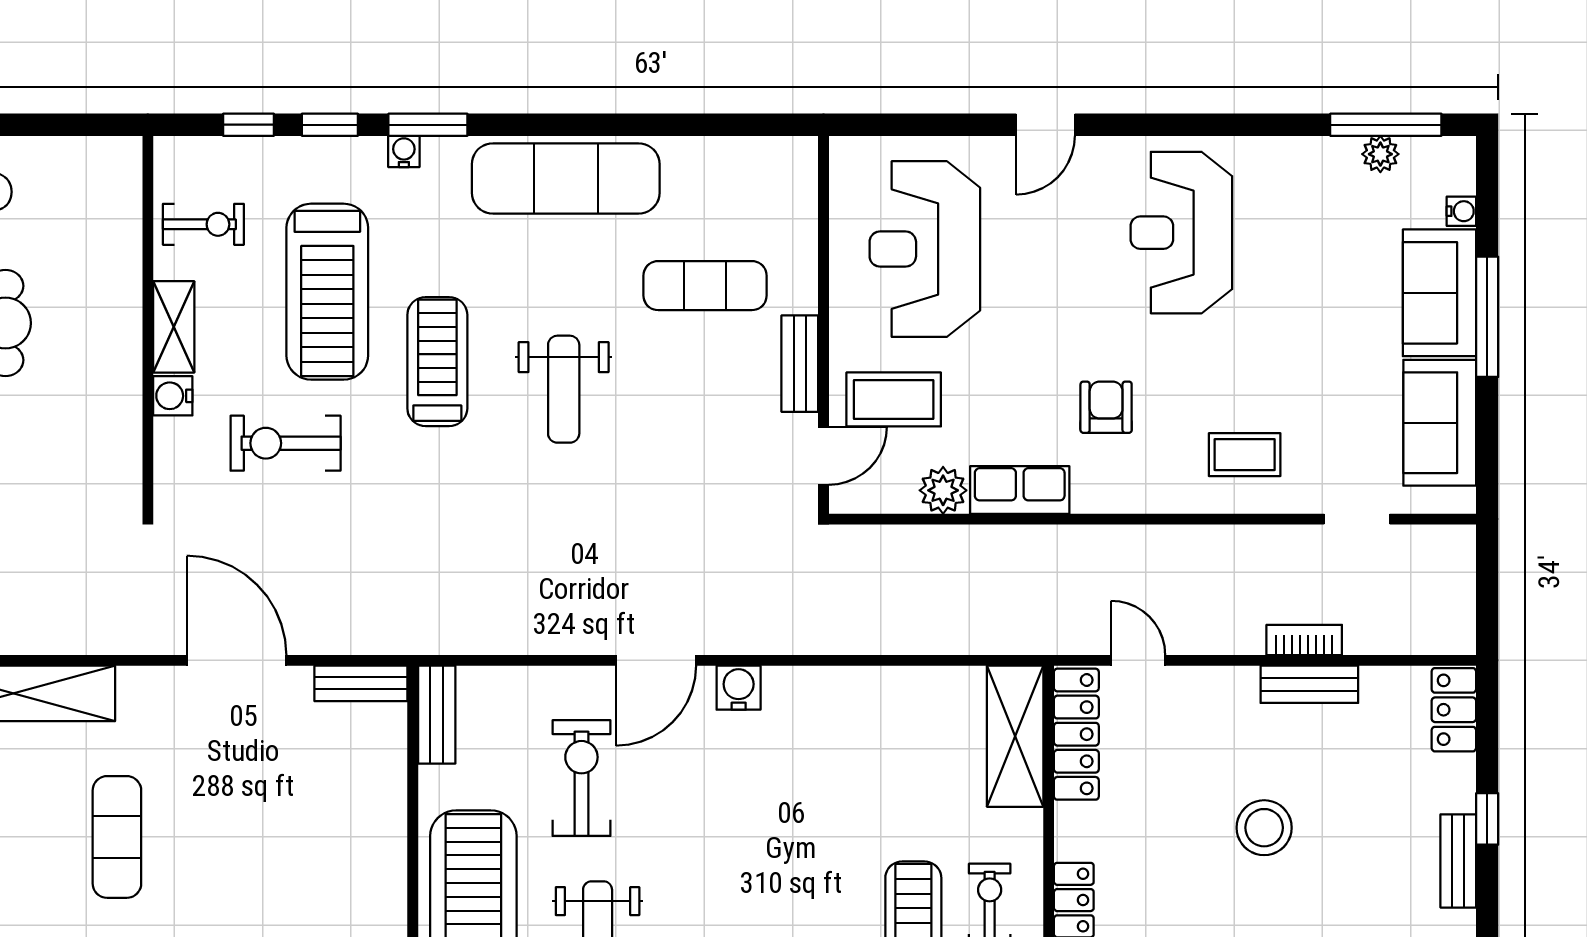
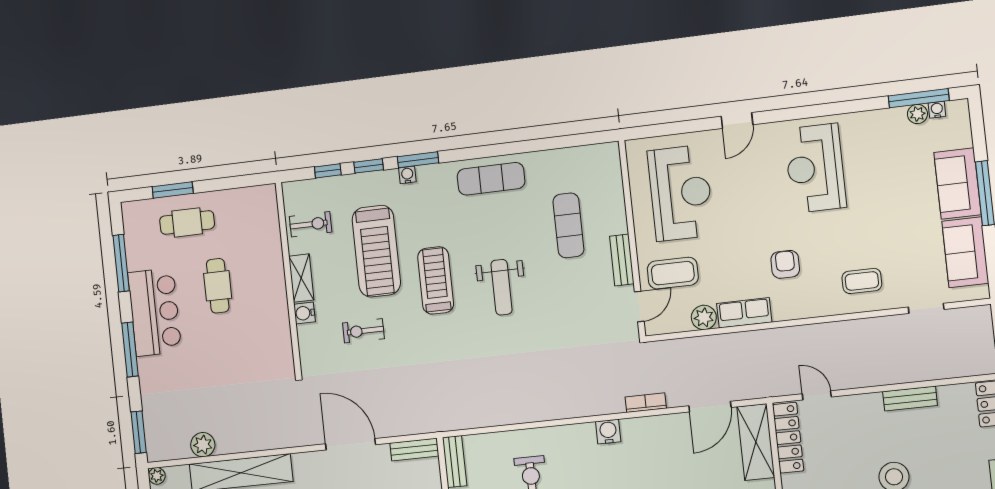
exercise mat: (566, 178) -> (491, 179), width x0.73, depth x0.69
water cooler: (1461, 211) -> (937, 110), moved, turned -90
reception desk: (925, 249) -> (681, 193), turned 180
exercise mat: (705, 286) -> (568, 225), turned 90
exercise bike: (286, 443) -> (363, 331), width x0.73, depth x0.72
bookcase: (1304, 640) -> (646, 403), moved
door: (656, 660) -> (710, 407), moved

